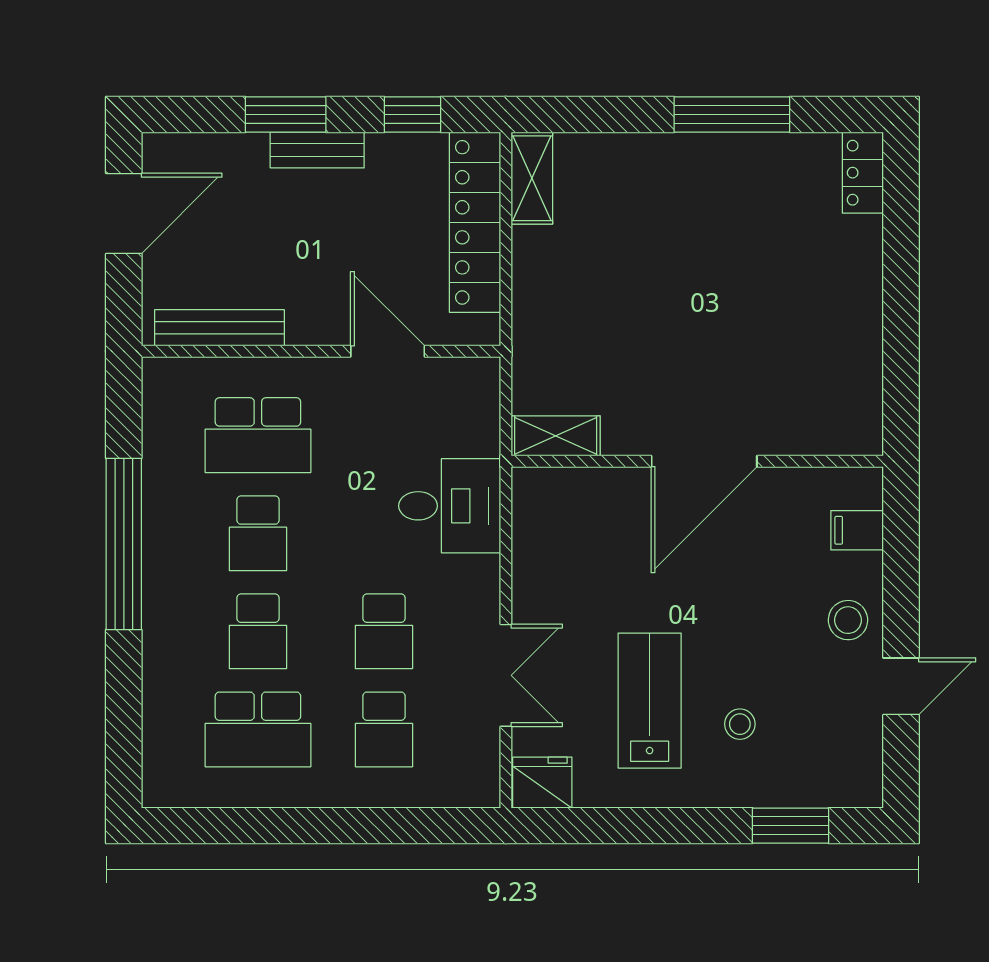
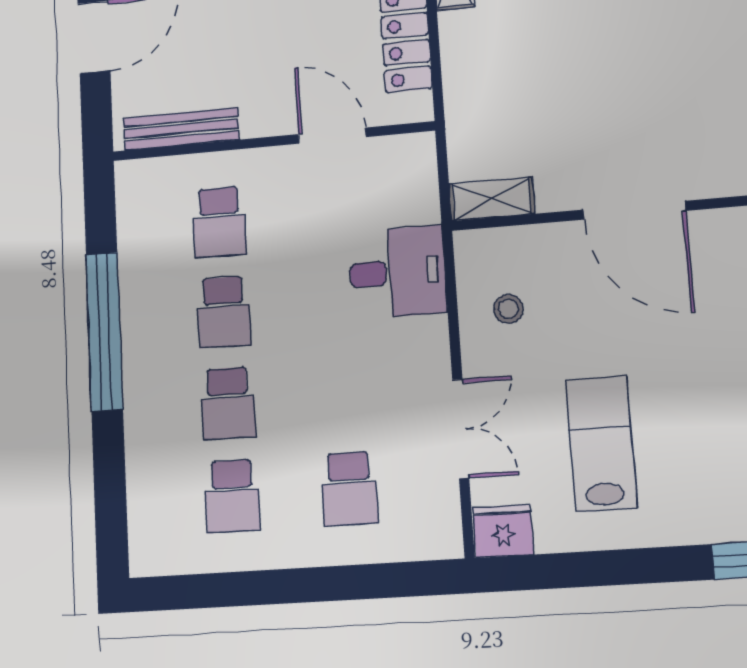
school desk: (258, 435) -> (219, 222), width x0.54
door: (704, 461) -> (634, 210), hinge flipped
school desk: (384, 631) -> (344, 395), removed
stool: (740, 724) -> (508, 309), moved
school desk: (258, 729) -> (232, 496), width x0.54

